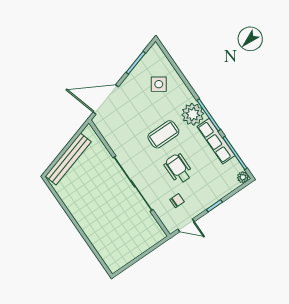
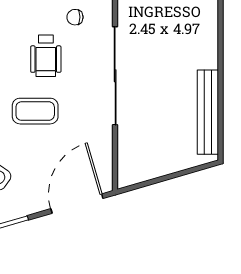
door: (106, 100) -> (77, 204), swing flipped
bench: (68, 159) -> (208, 112), moved, turned -74

